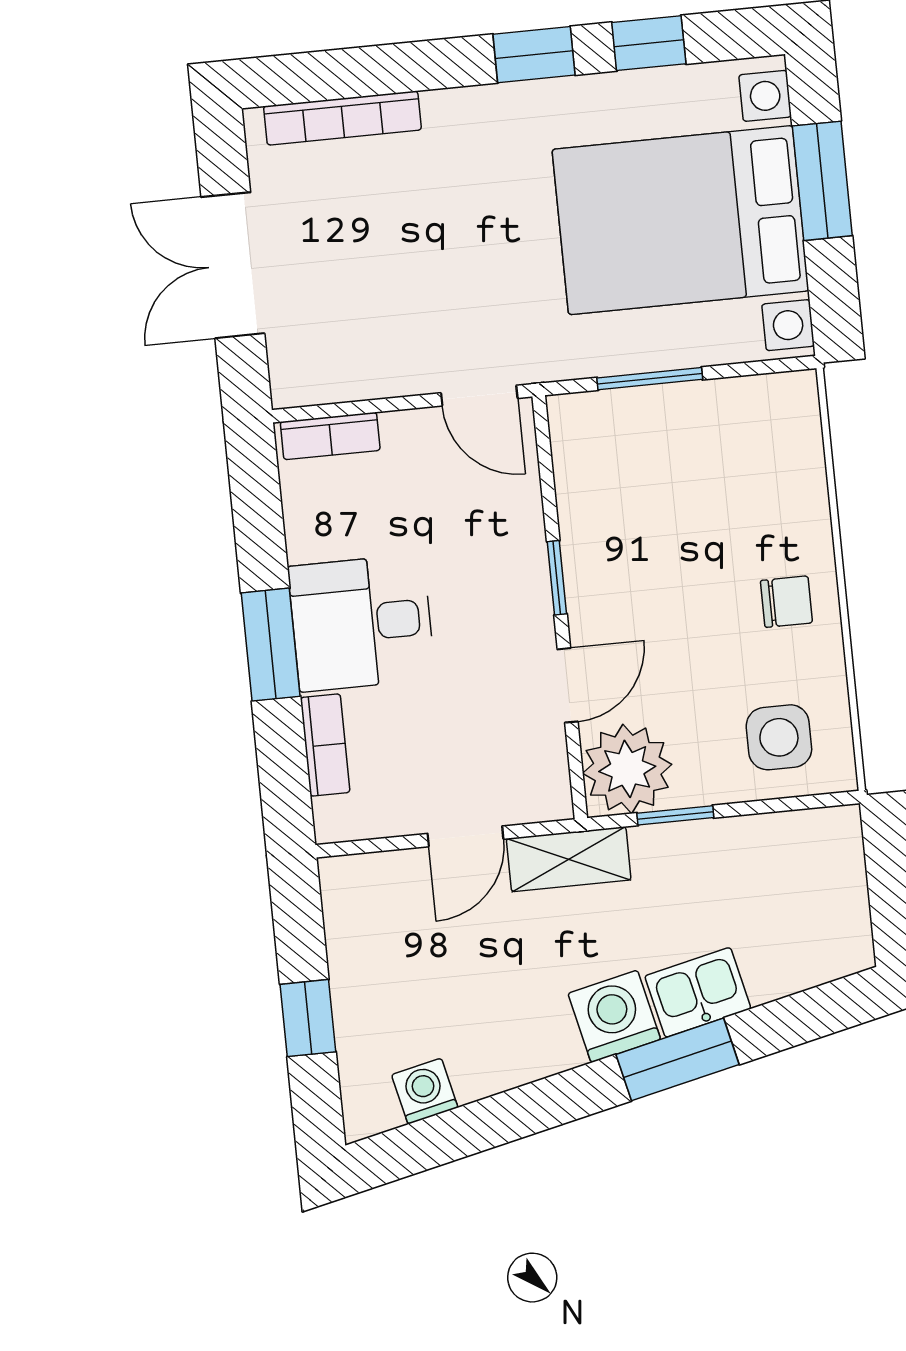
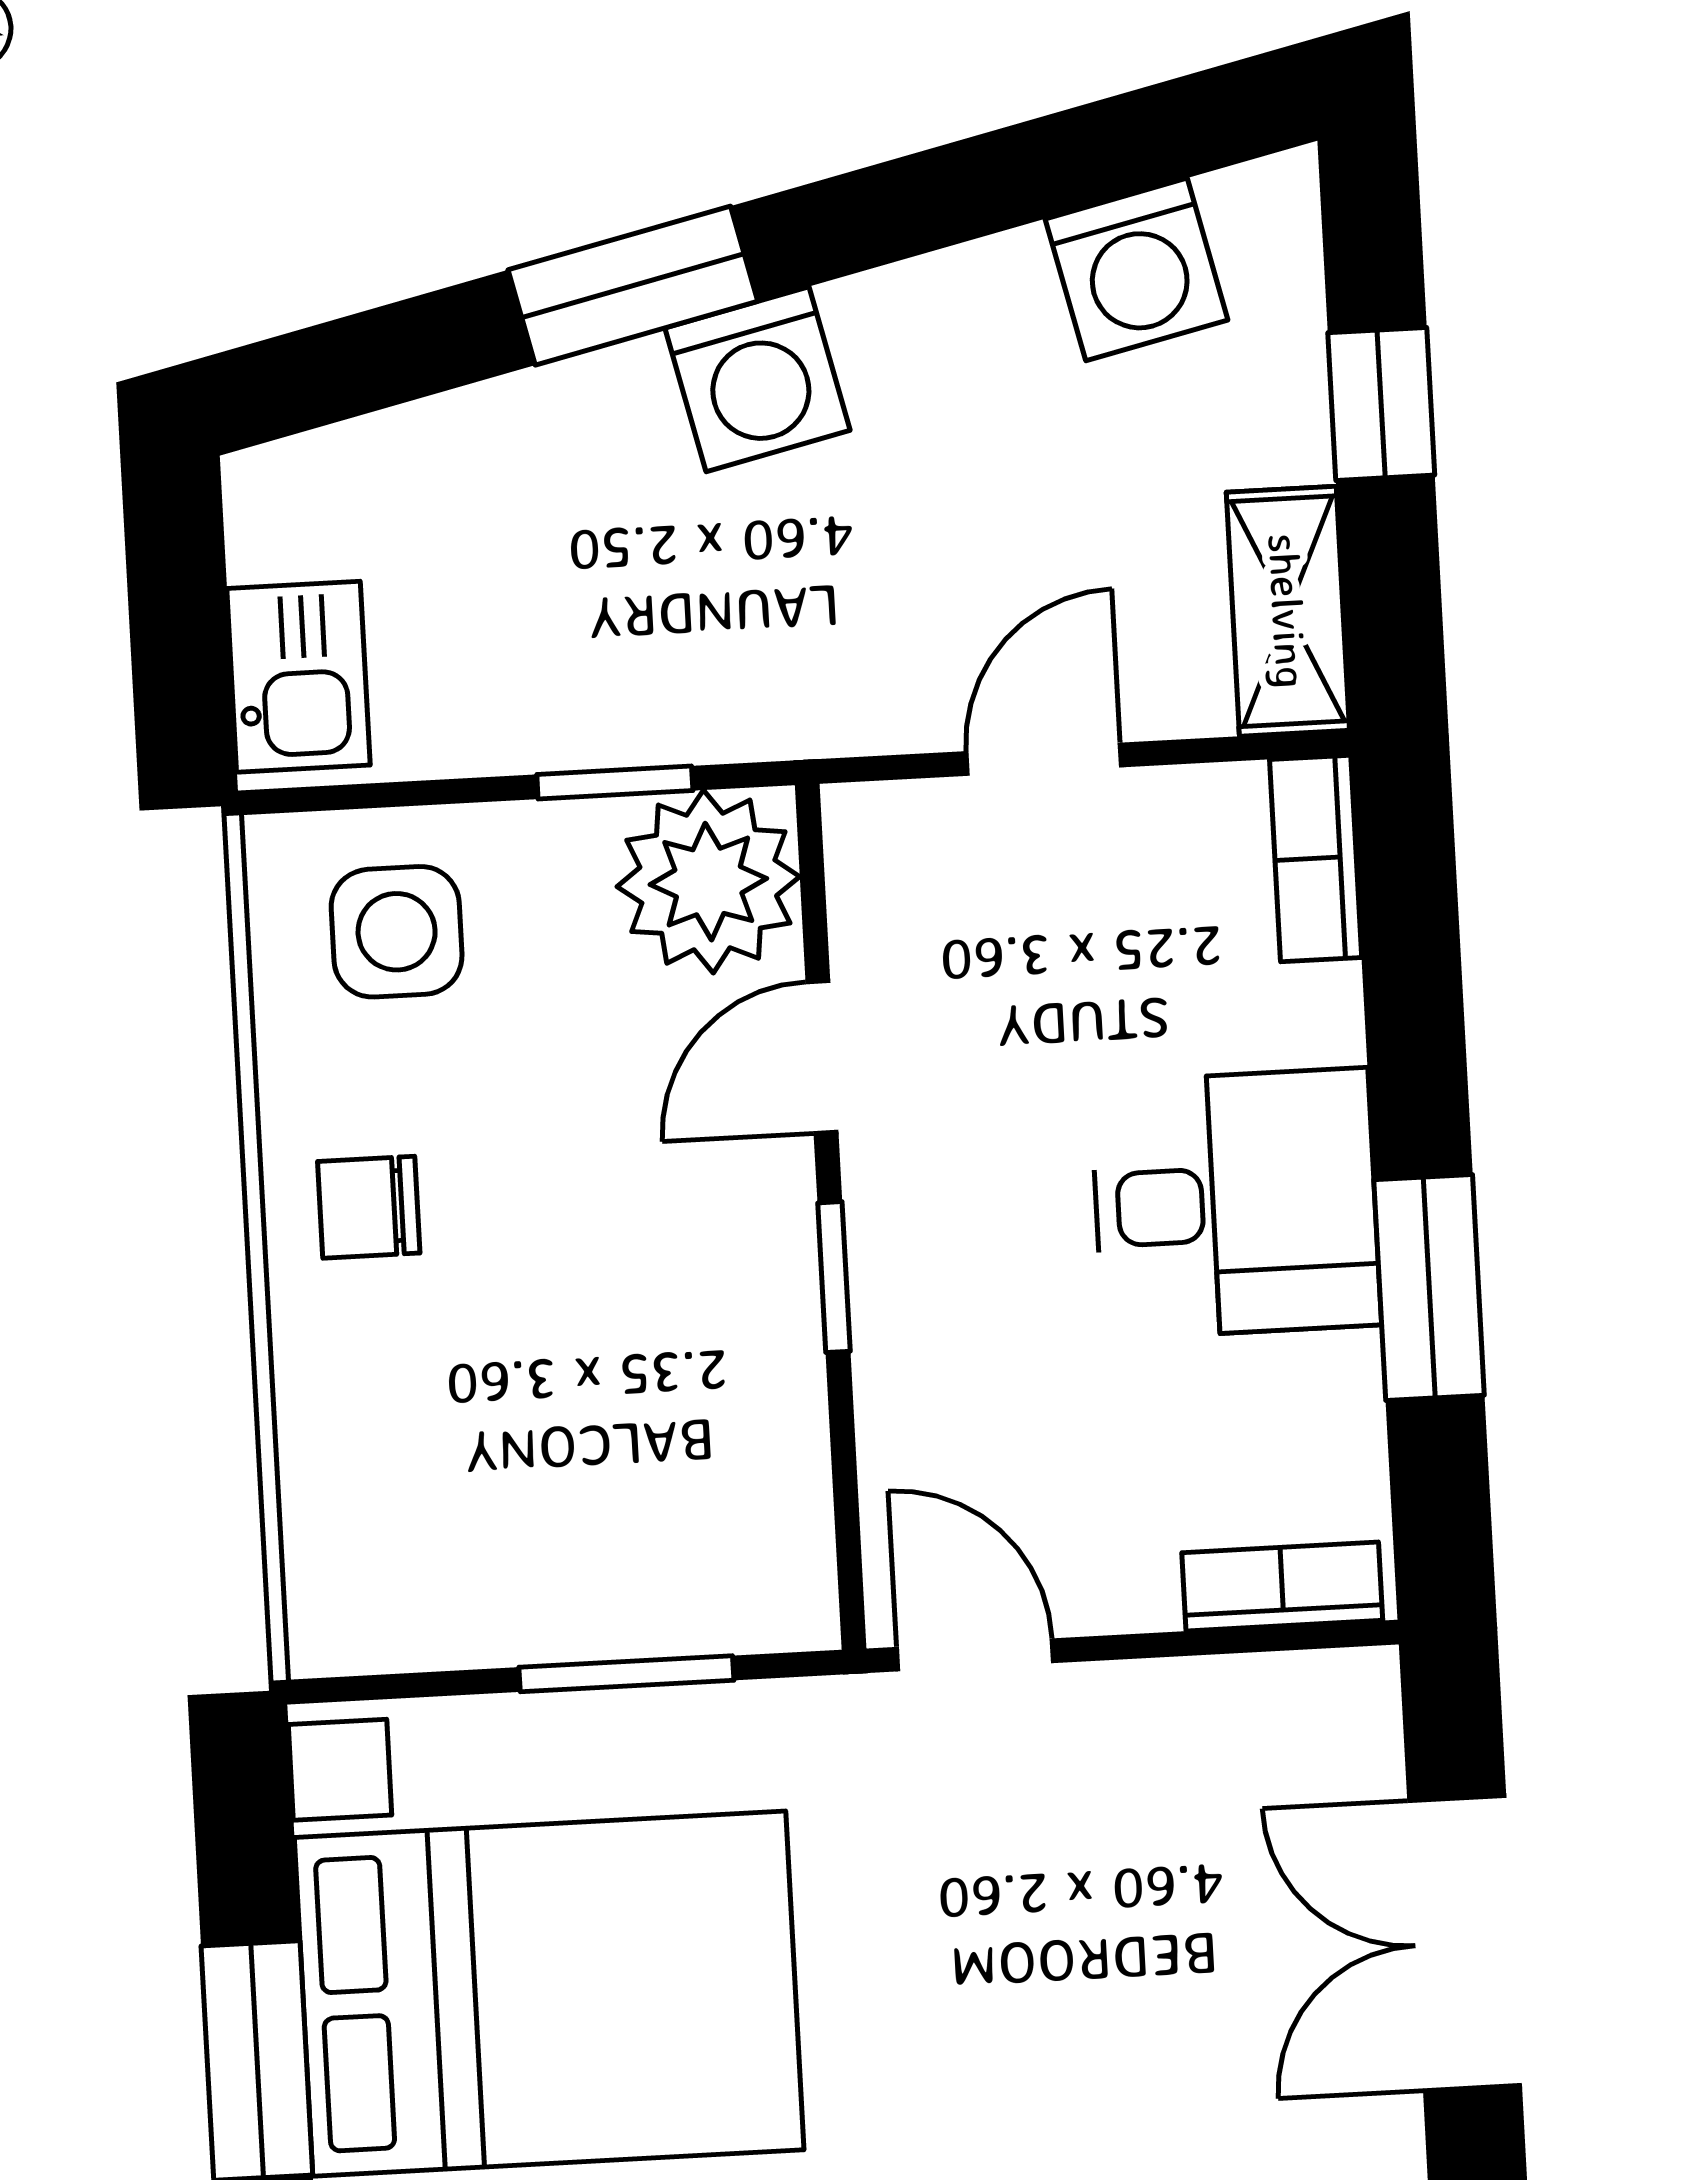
double door: (233, 265) -> (1465, 1943), swing flipped
window: (271, 645) -> (1429, 1287), moved
bookcase: (325, 745) -> (1316, 858), moved
shelving: (569, 859) -> (1288, 611), moved, turned 90
kitchen sink: (698, 992) -> (298, 677), moved, turned -77
washing machine: (425, 1091) -> (1136, 269), width x1.38, depth x1.38

